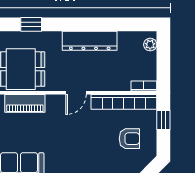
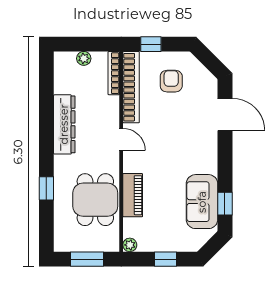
plant: (150, 45) -> (84, 58), moved
bookcase: (144, 86) -> (114, 73), width x1.56

